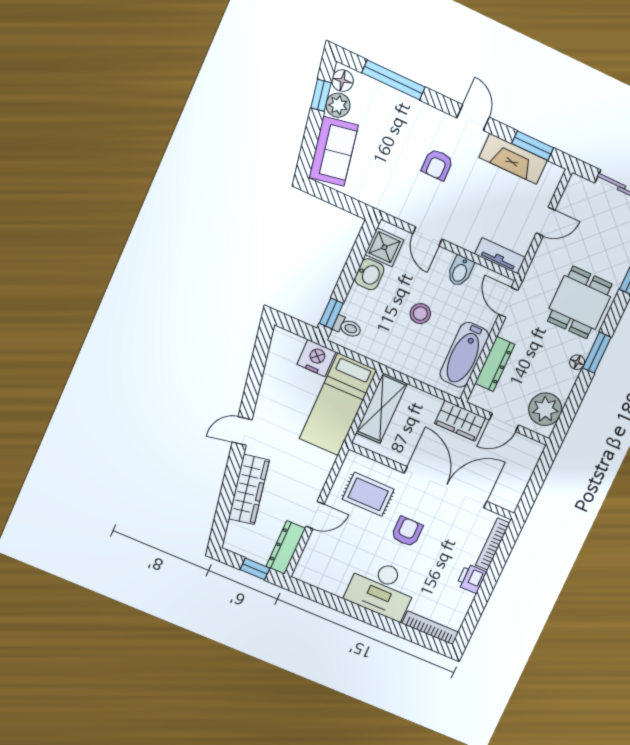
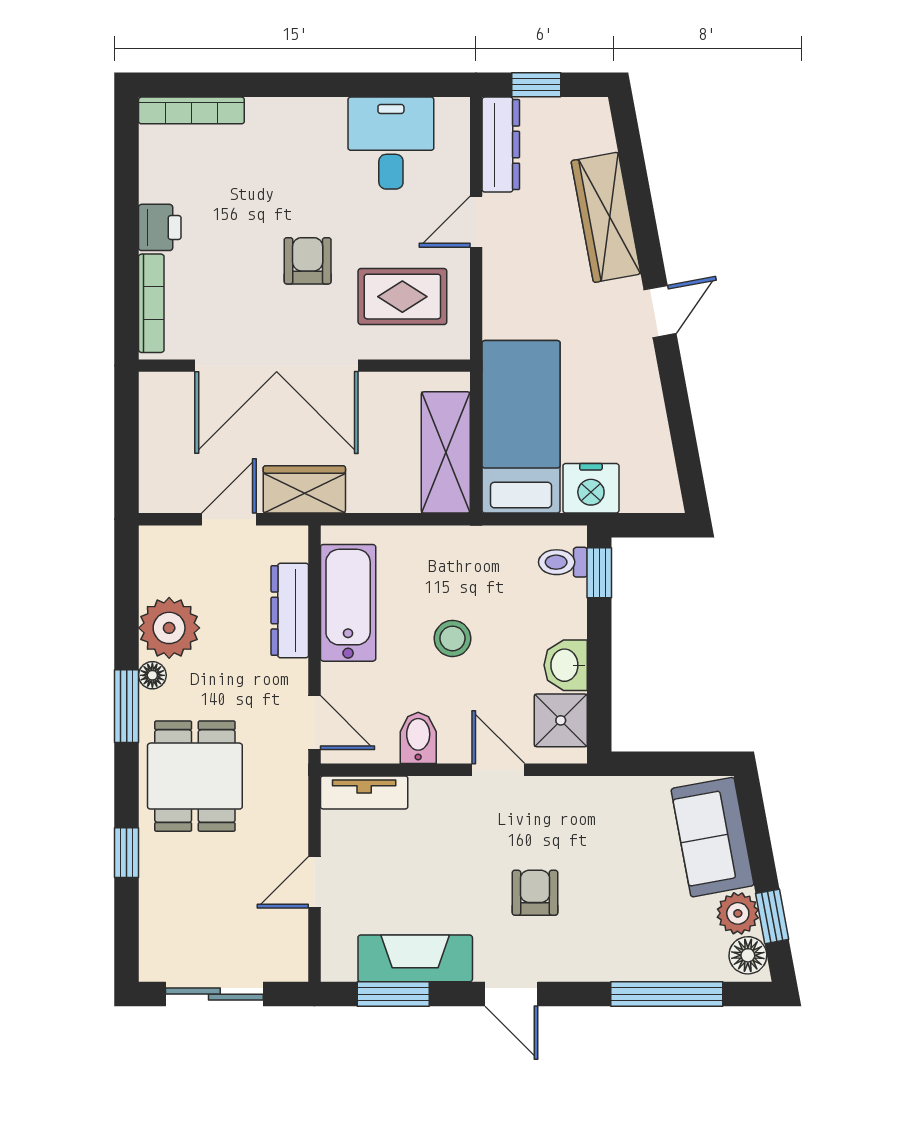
plant: (545, 409) -> (169, 628), moved
armchair: (407, 532) -> (308, 261), turned 180
desk: (382, 589) -> (391, 143), moved, width x0.73

